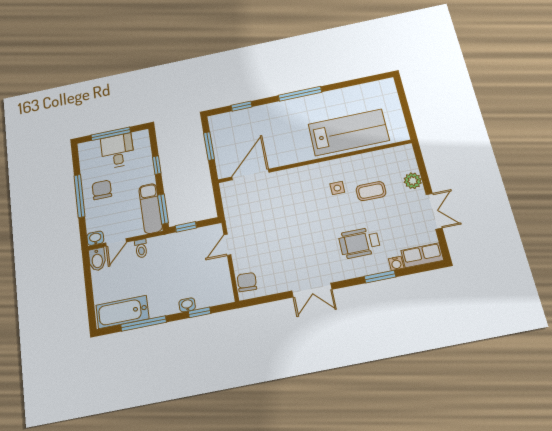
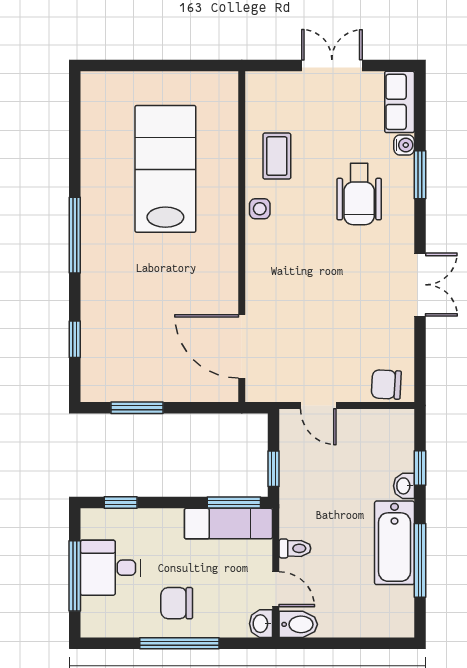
wall: (314, 161) -> (242, 237), moved
window: (157, 165) -> (121, 503), moved
door: (250, 175) -> (242, 346), moved
plant: (413, 181) -> (274, 86), removed
bathtub: (122, 312) -> (394, 543), moved

